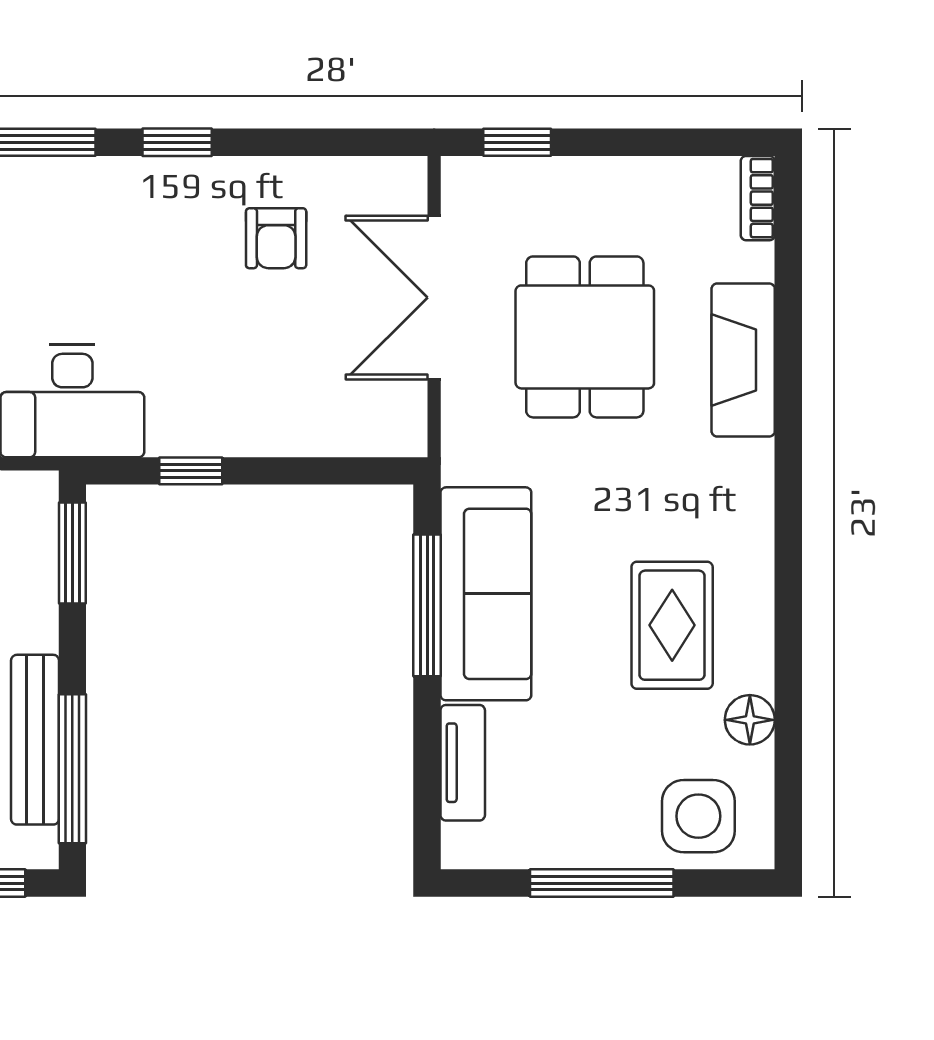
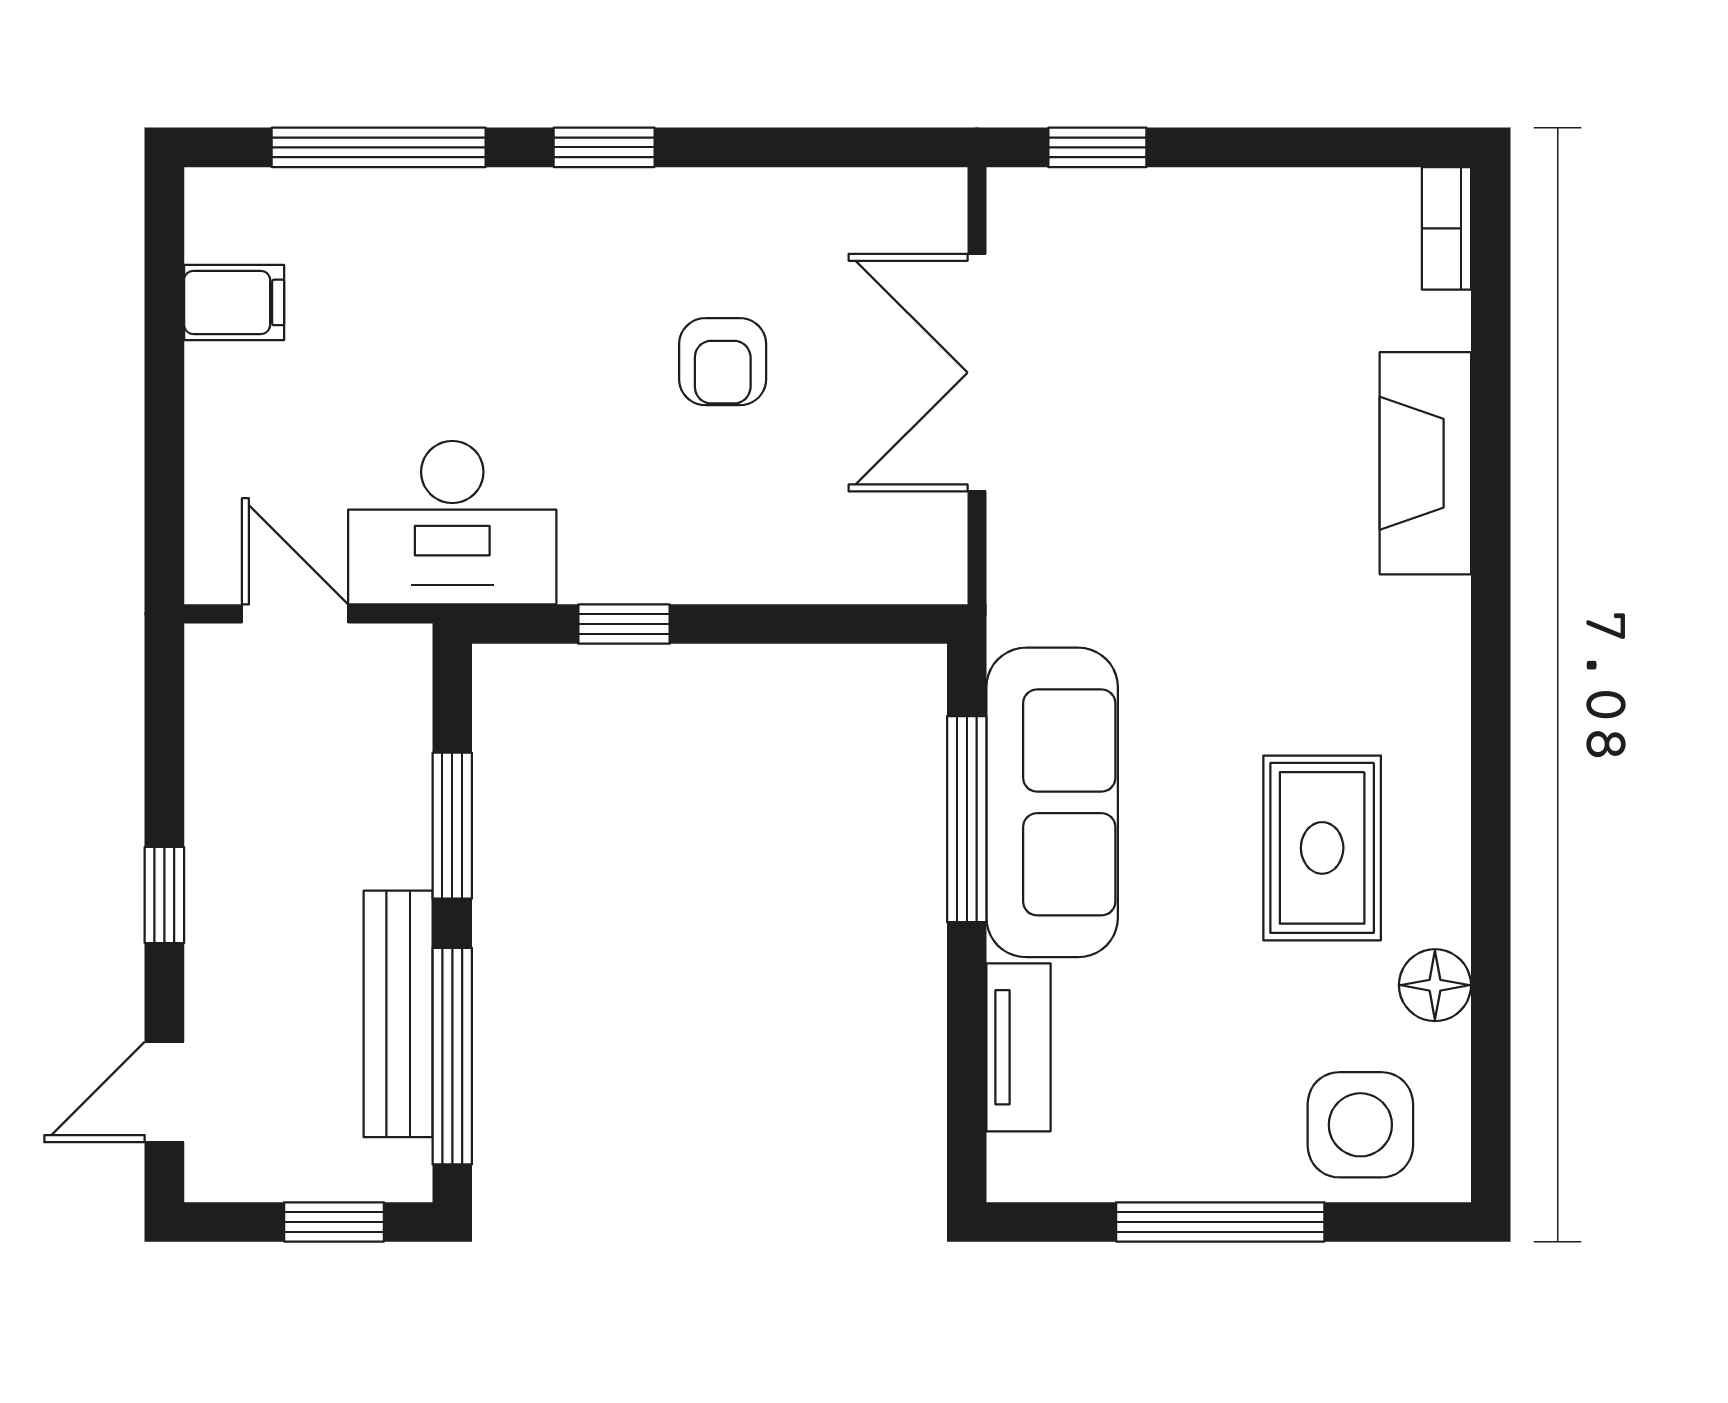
armchair: (276, 238) -> (723, 362), moved
dining table: (585, 337) -> (1196, 430), removed
window: (72, 553) -> (452, 826), moved

